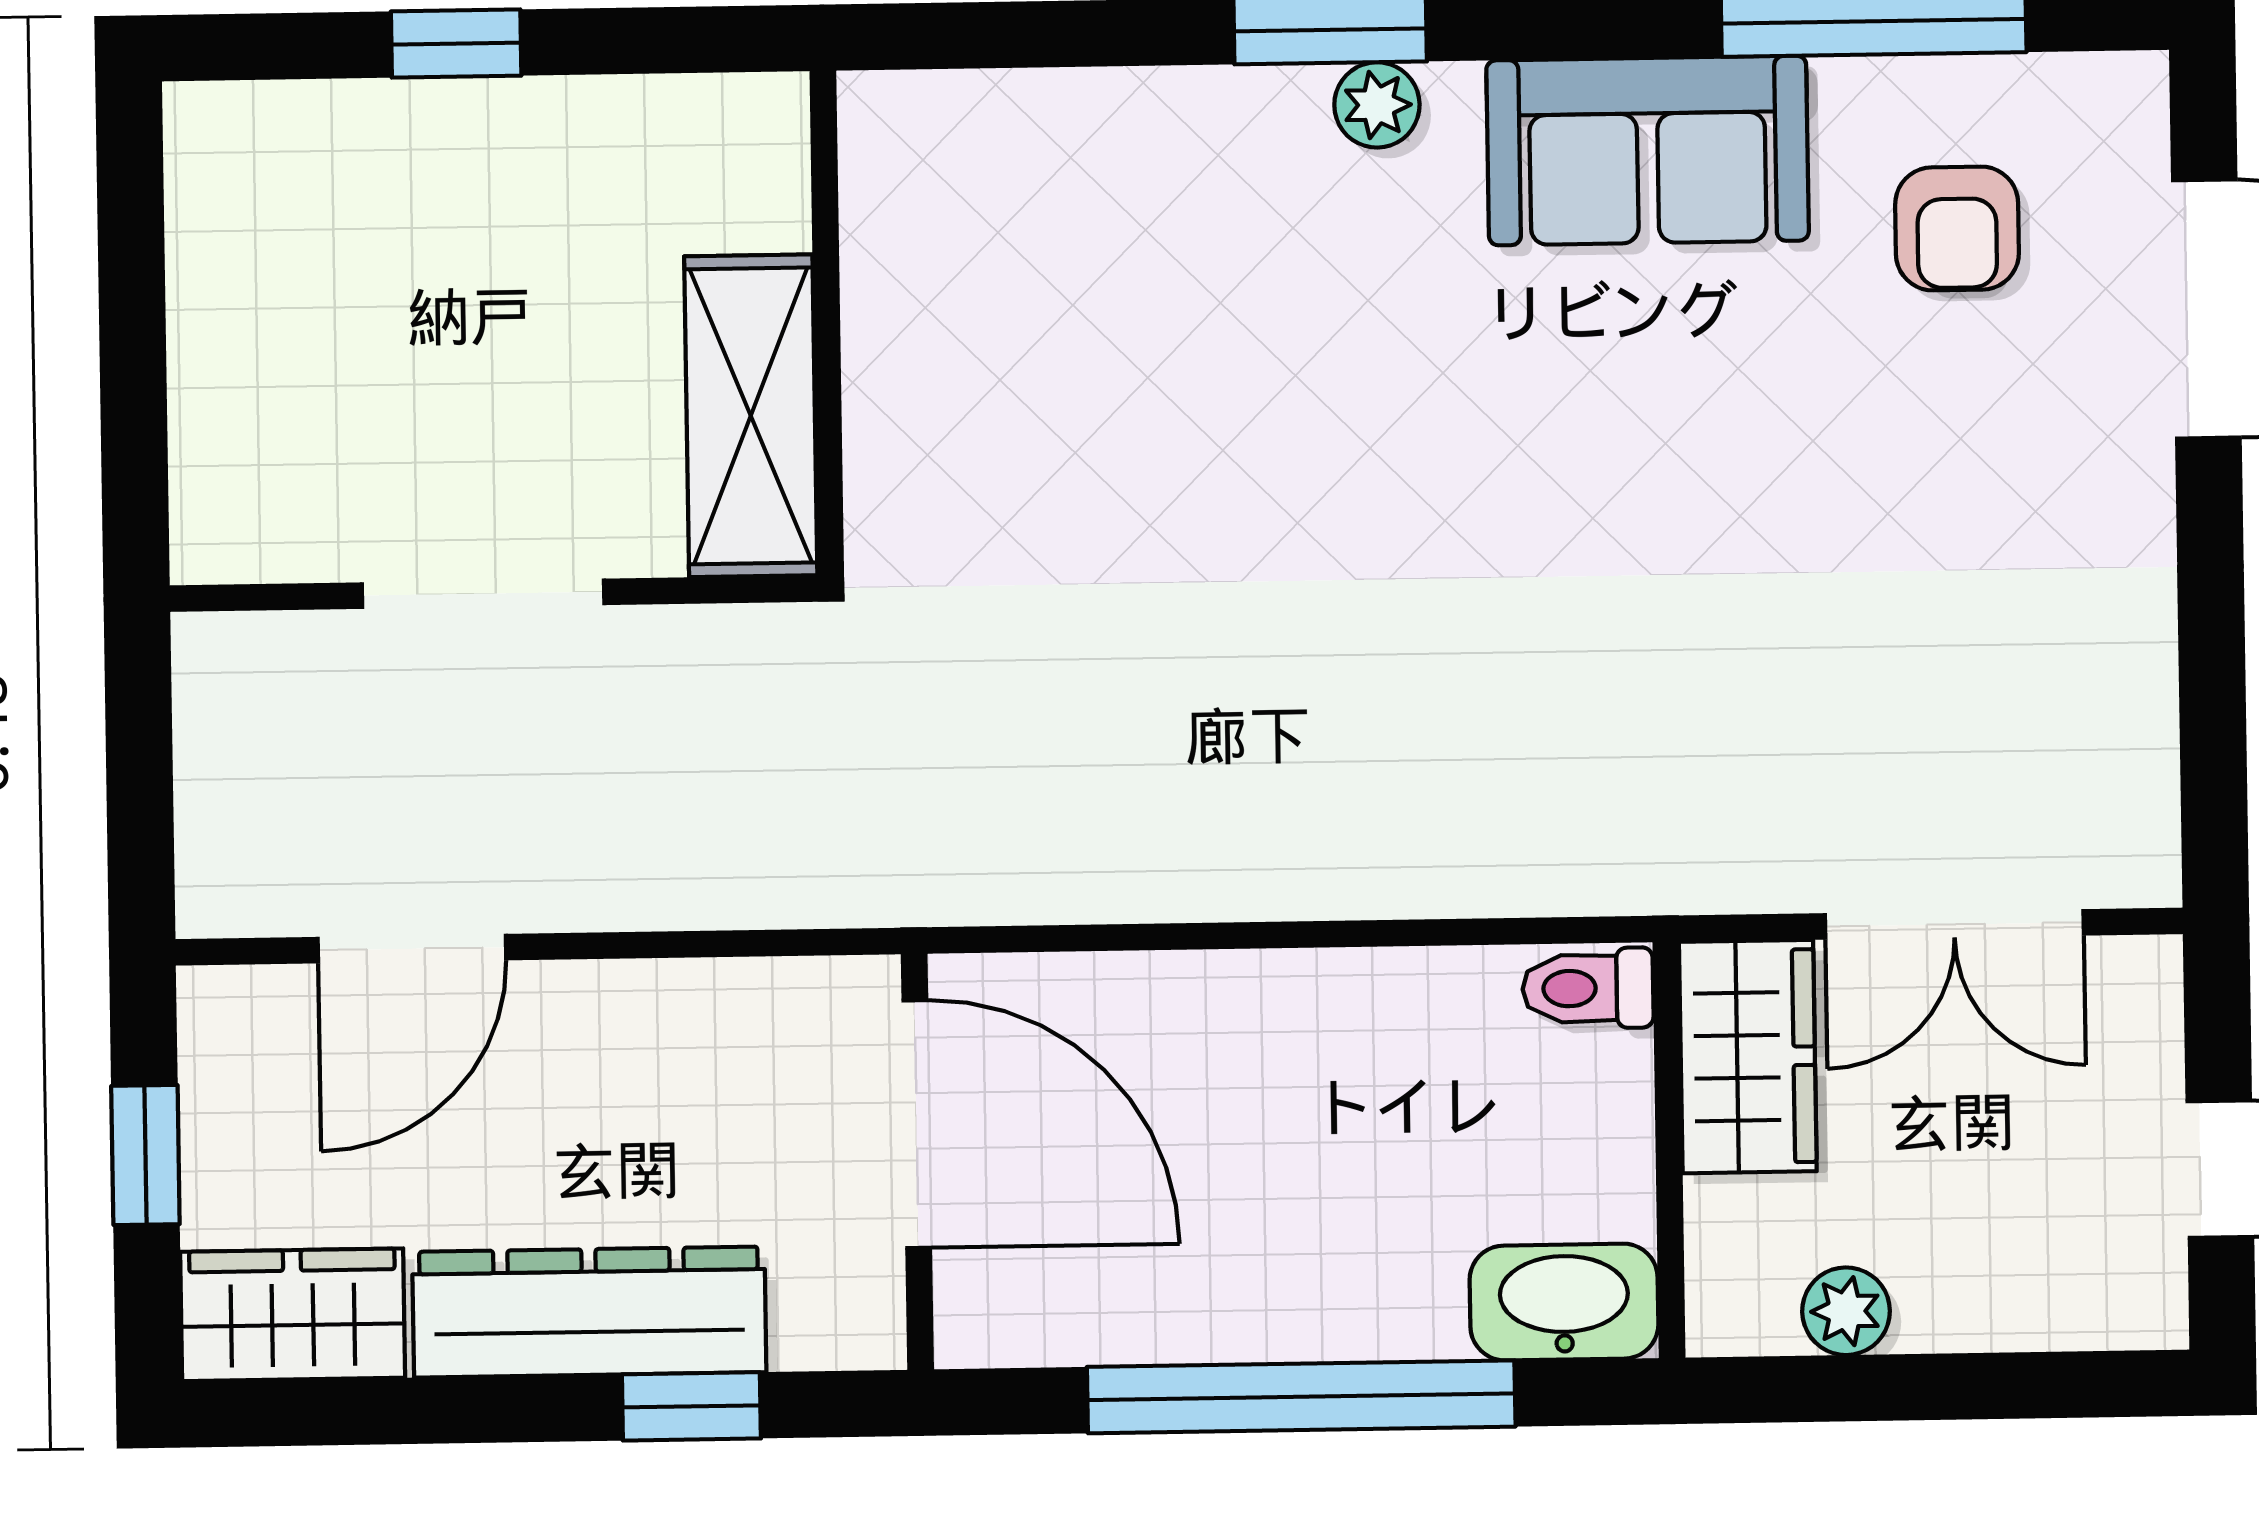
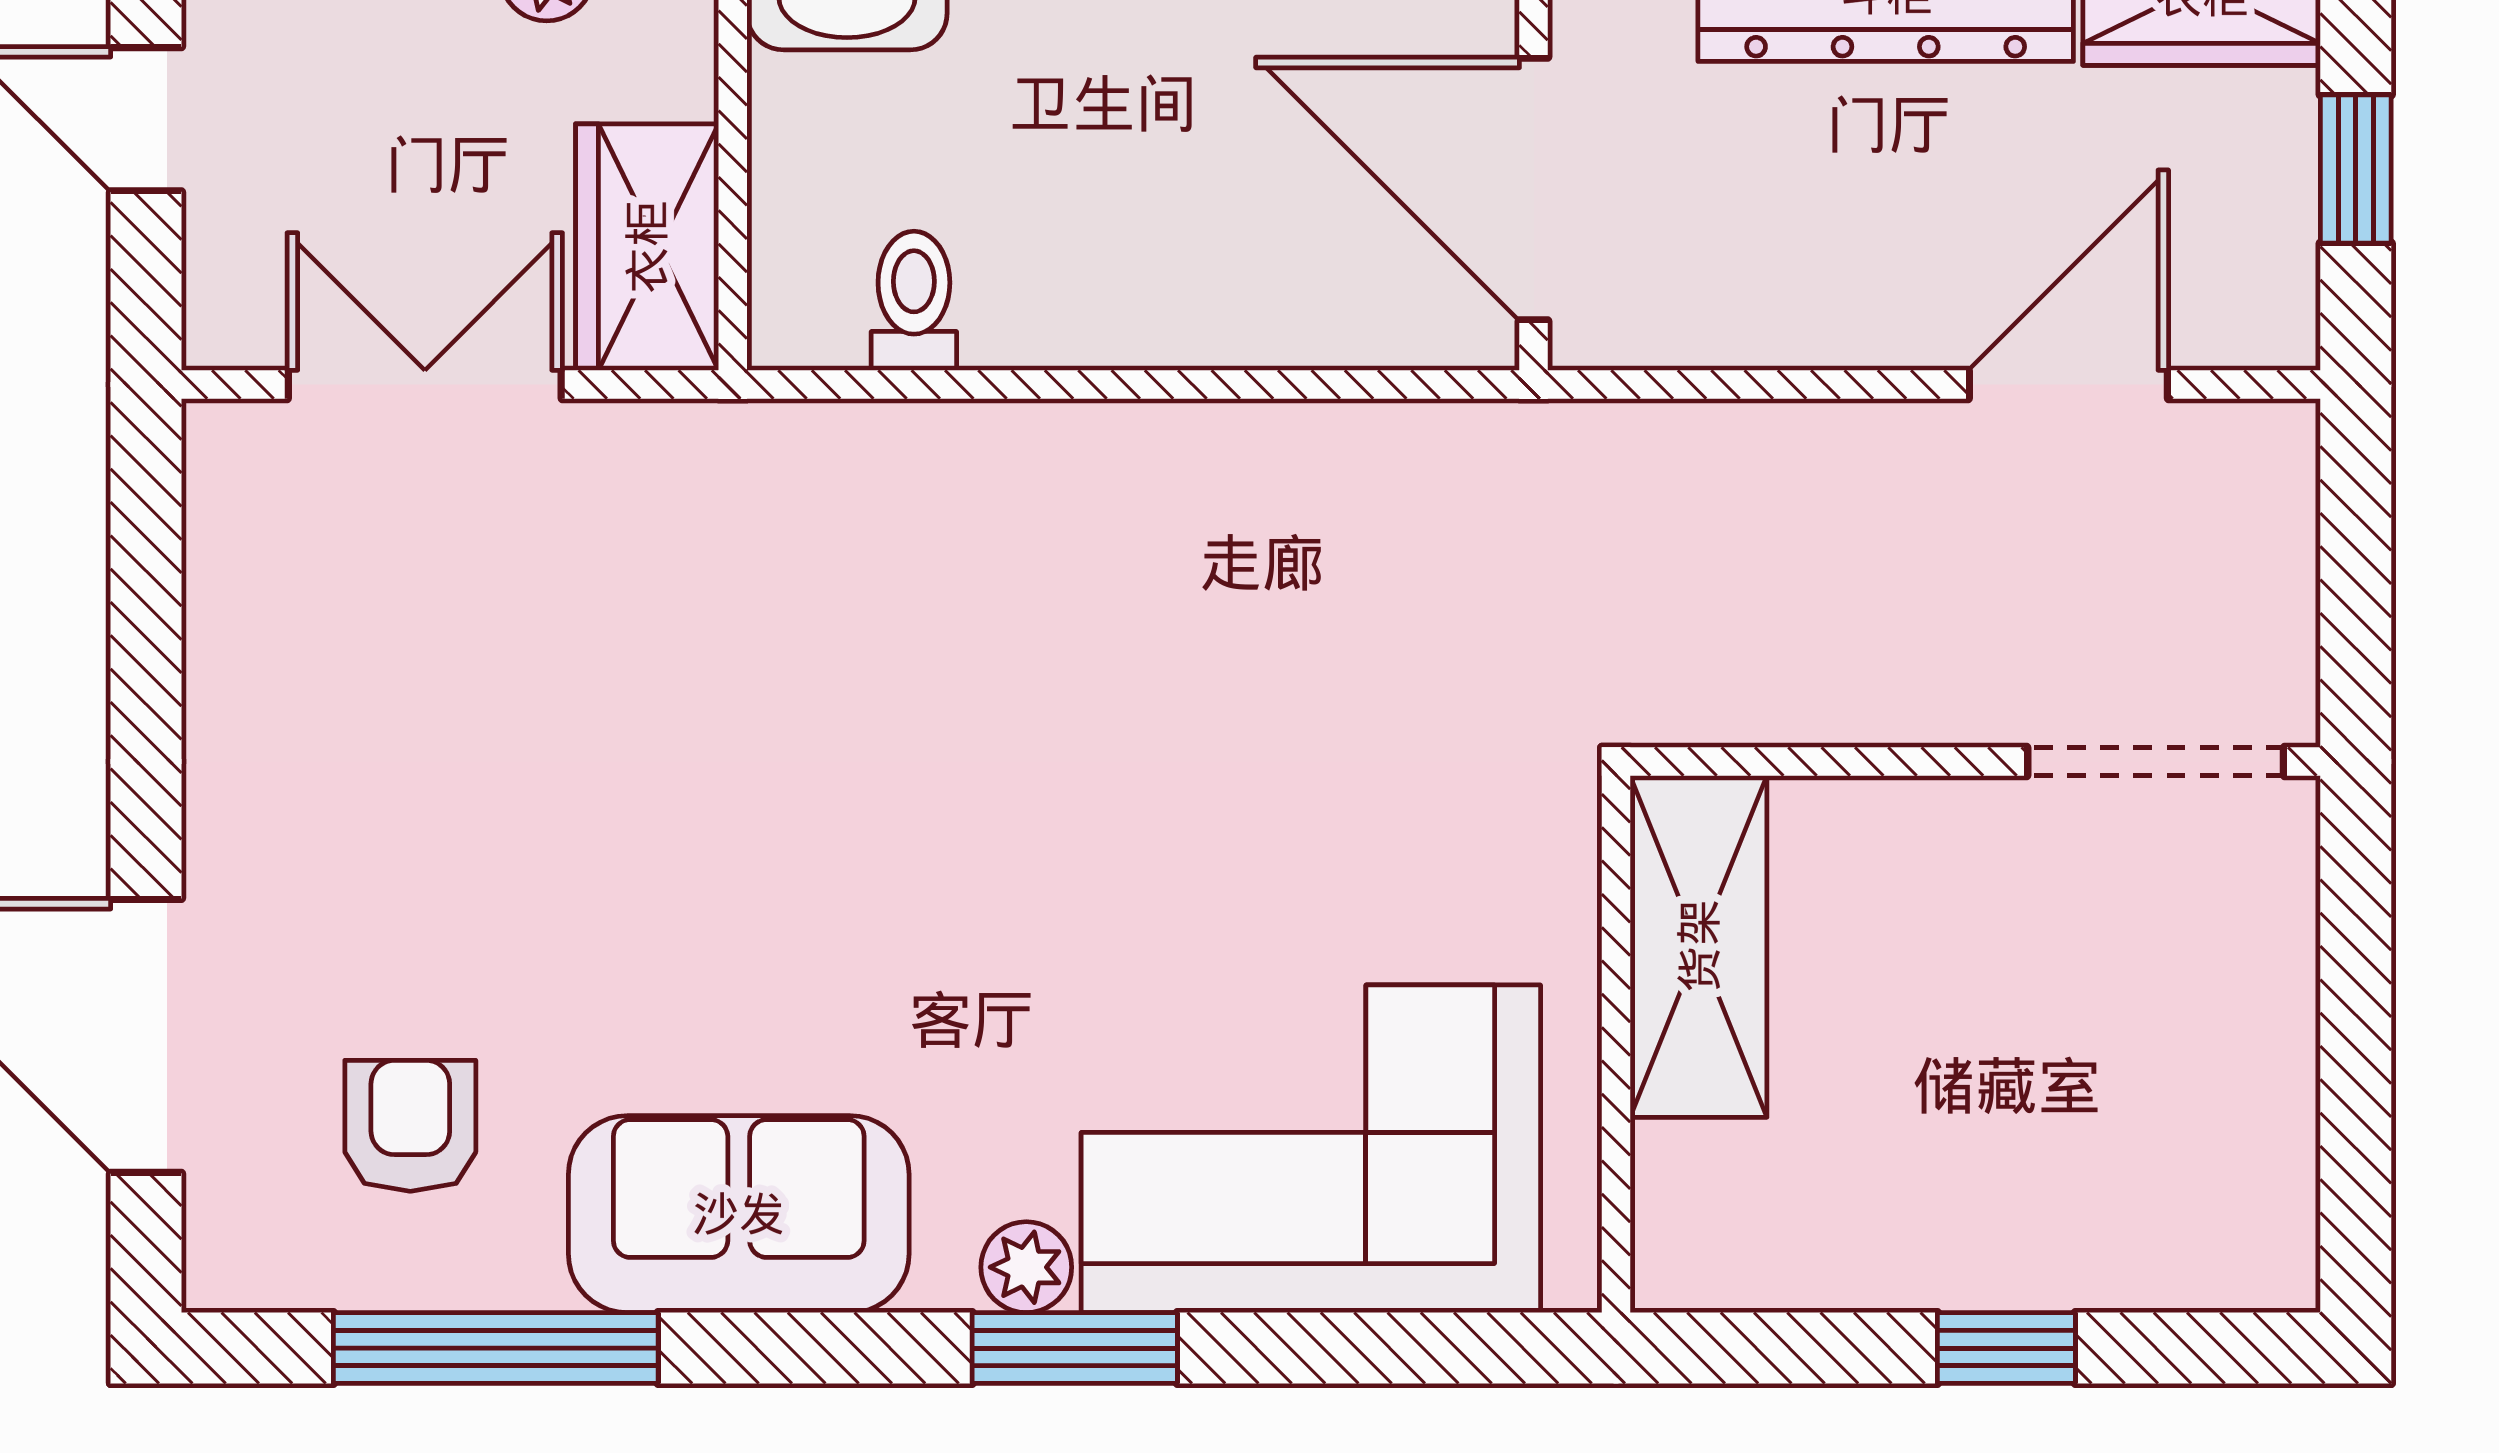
corner sofa: (1112, 220) -> (1311, 1149), added
doorway: (483, 594) -> (2156, 761), moved
toilet: (1588, 988) -> (914, 301), moved, turned -90

